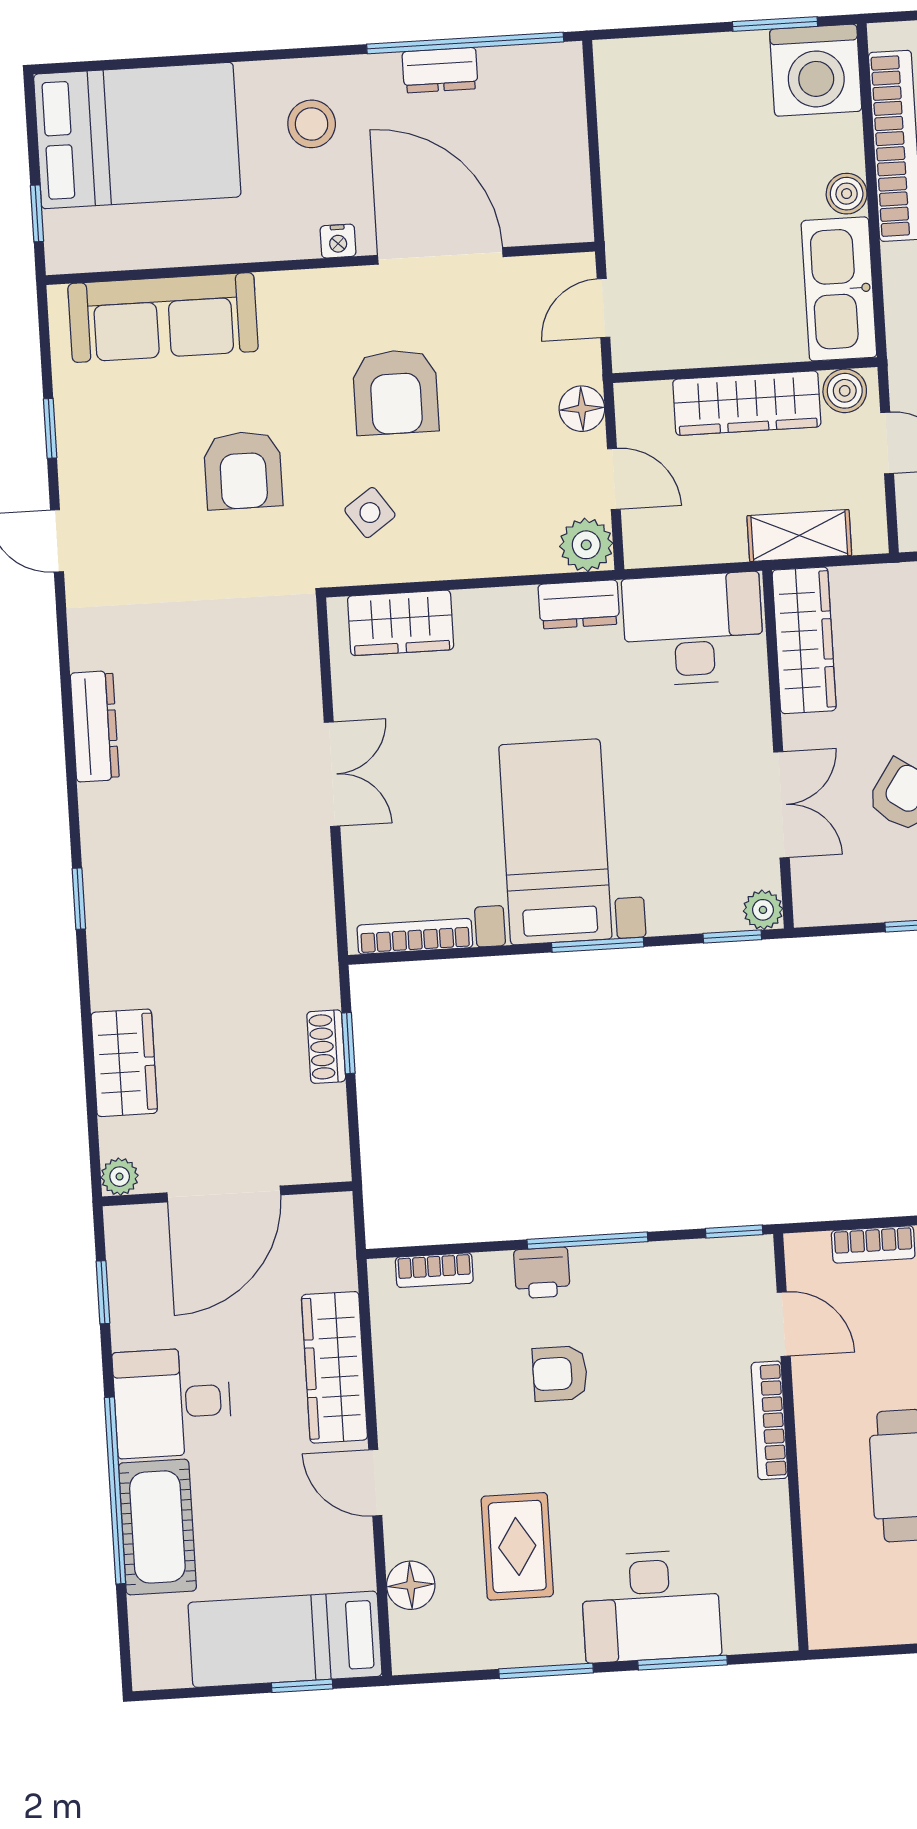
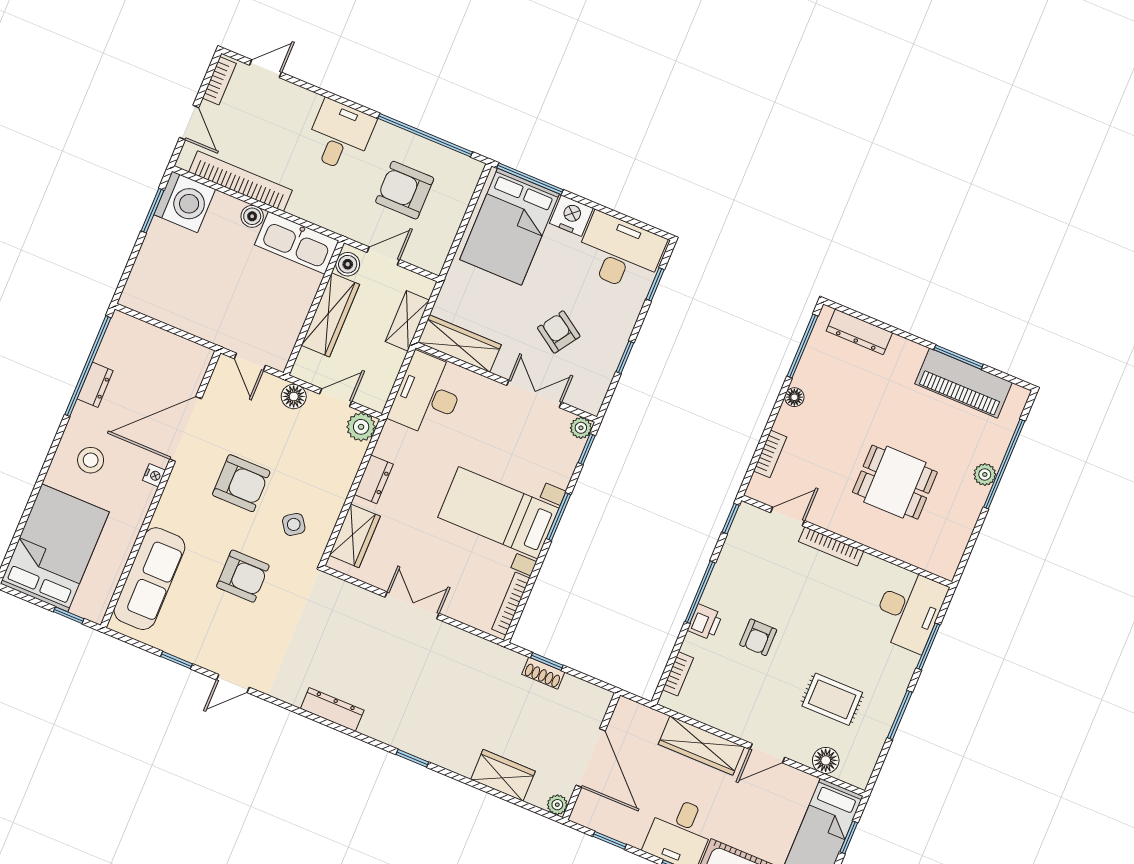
dresser: (579, 604) -> (374, 479), moved
desk: (651, 1606) -> (909, 610), moved

